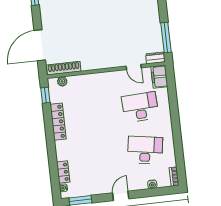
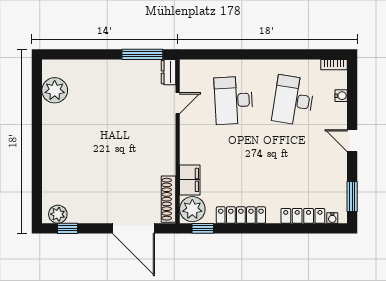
filing cabinet: (159, 77) -> (190, 180), moved, turned -90
plant: (62, 81) -> (192, 209), width x1.87, depth x1.87
locker: (63, 172) -> (303, 216), width x1.53

